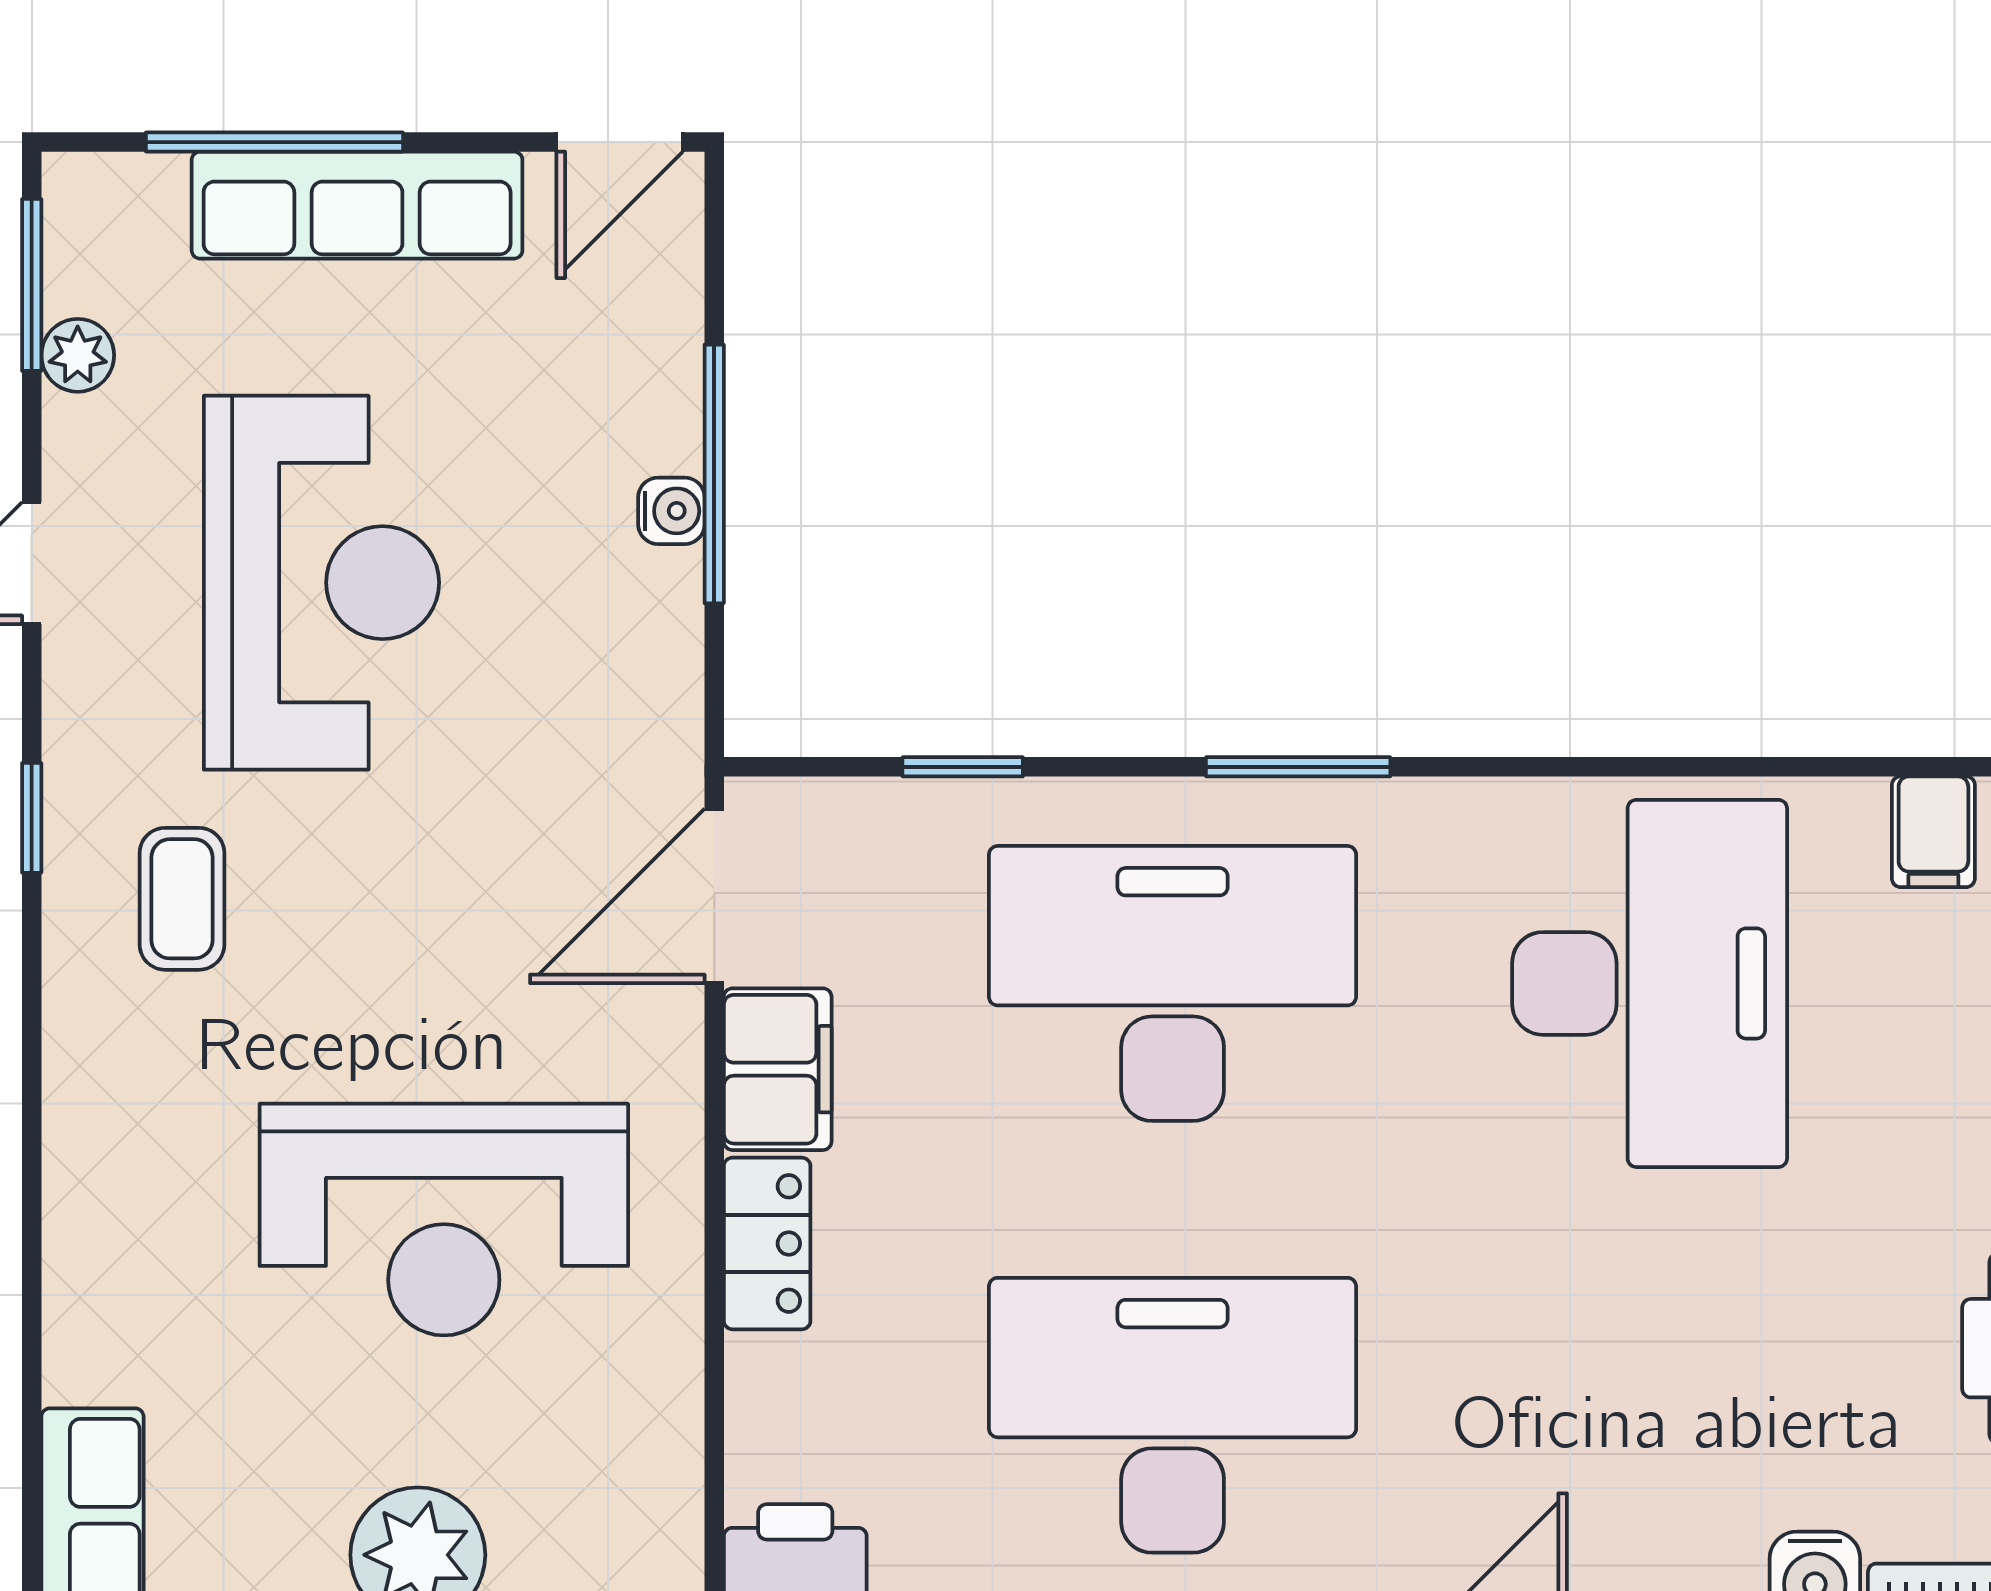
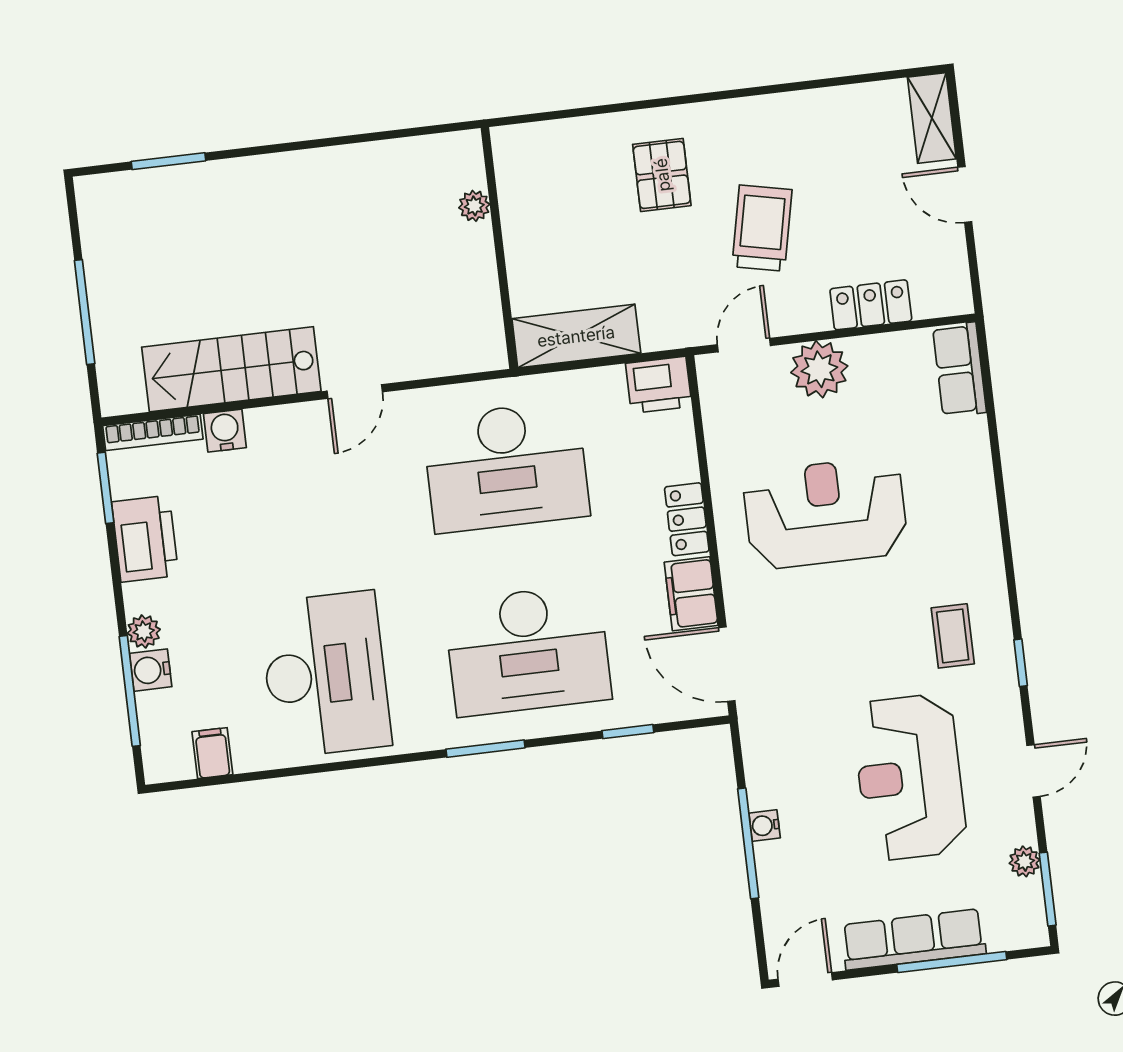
door: (714, 896) -> (727, 664), swing flipped
desk: (1650, 983) -> (325, 674), turned 180

